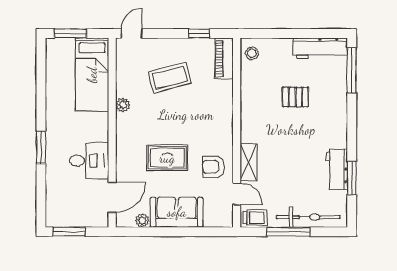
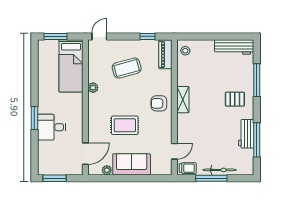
window: (352, 70) -> (257, 80), moved
pallet: (295, 97) -> (235, 99), moved
desk: (89, 161) -> (52, 127), moved, turned 180
shelving: (249, 162) -> (183, 100), moved
armchair: (214, 167) -> (159, 103), moved
window: (352, 178) -> (257, 140), width x1.44
door: (237, 194) -> (174, 151), hinge flipped
bicycle: (308, 217) -> (219, 170), width x0.73, depth x0.71

